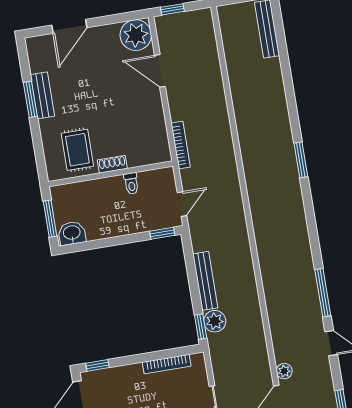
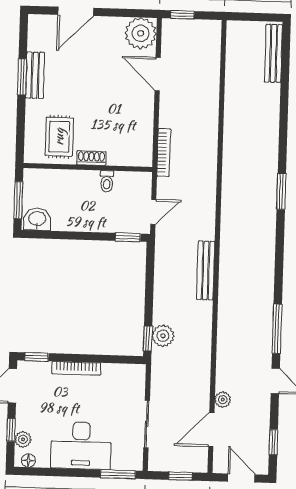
bench: (205, 281) -> (206, 270), moved
bookcase: (167, 364) -> (76, 368), moved

